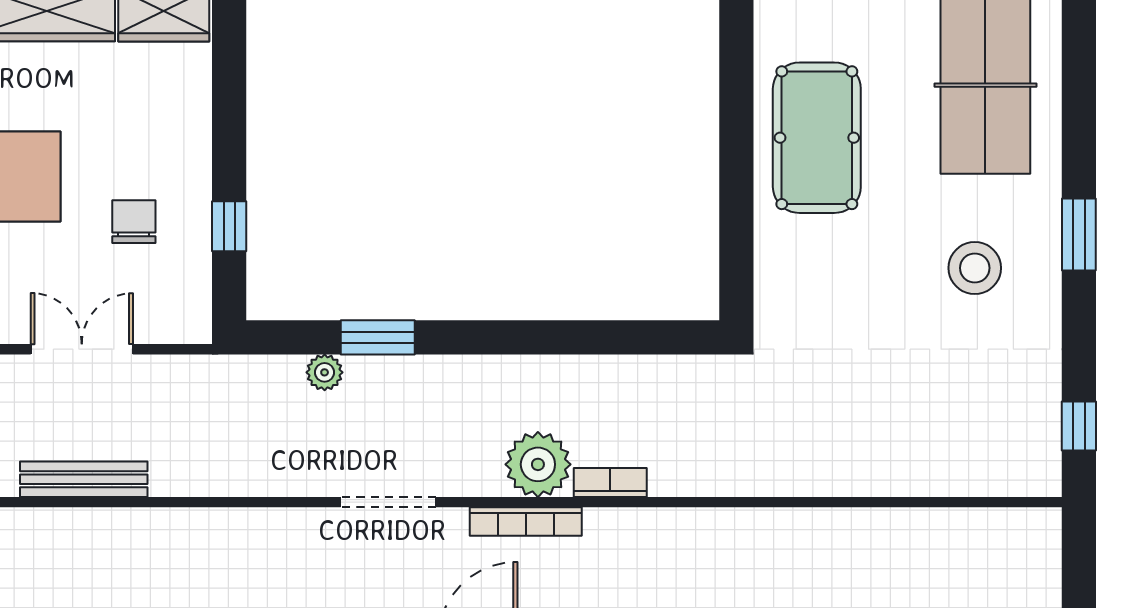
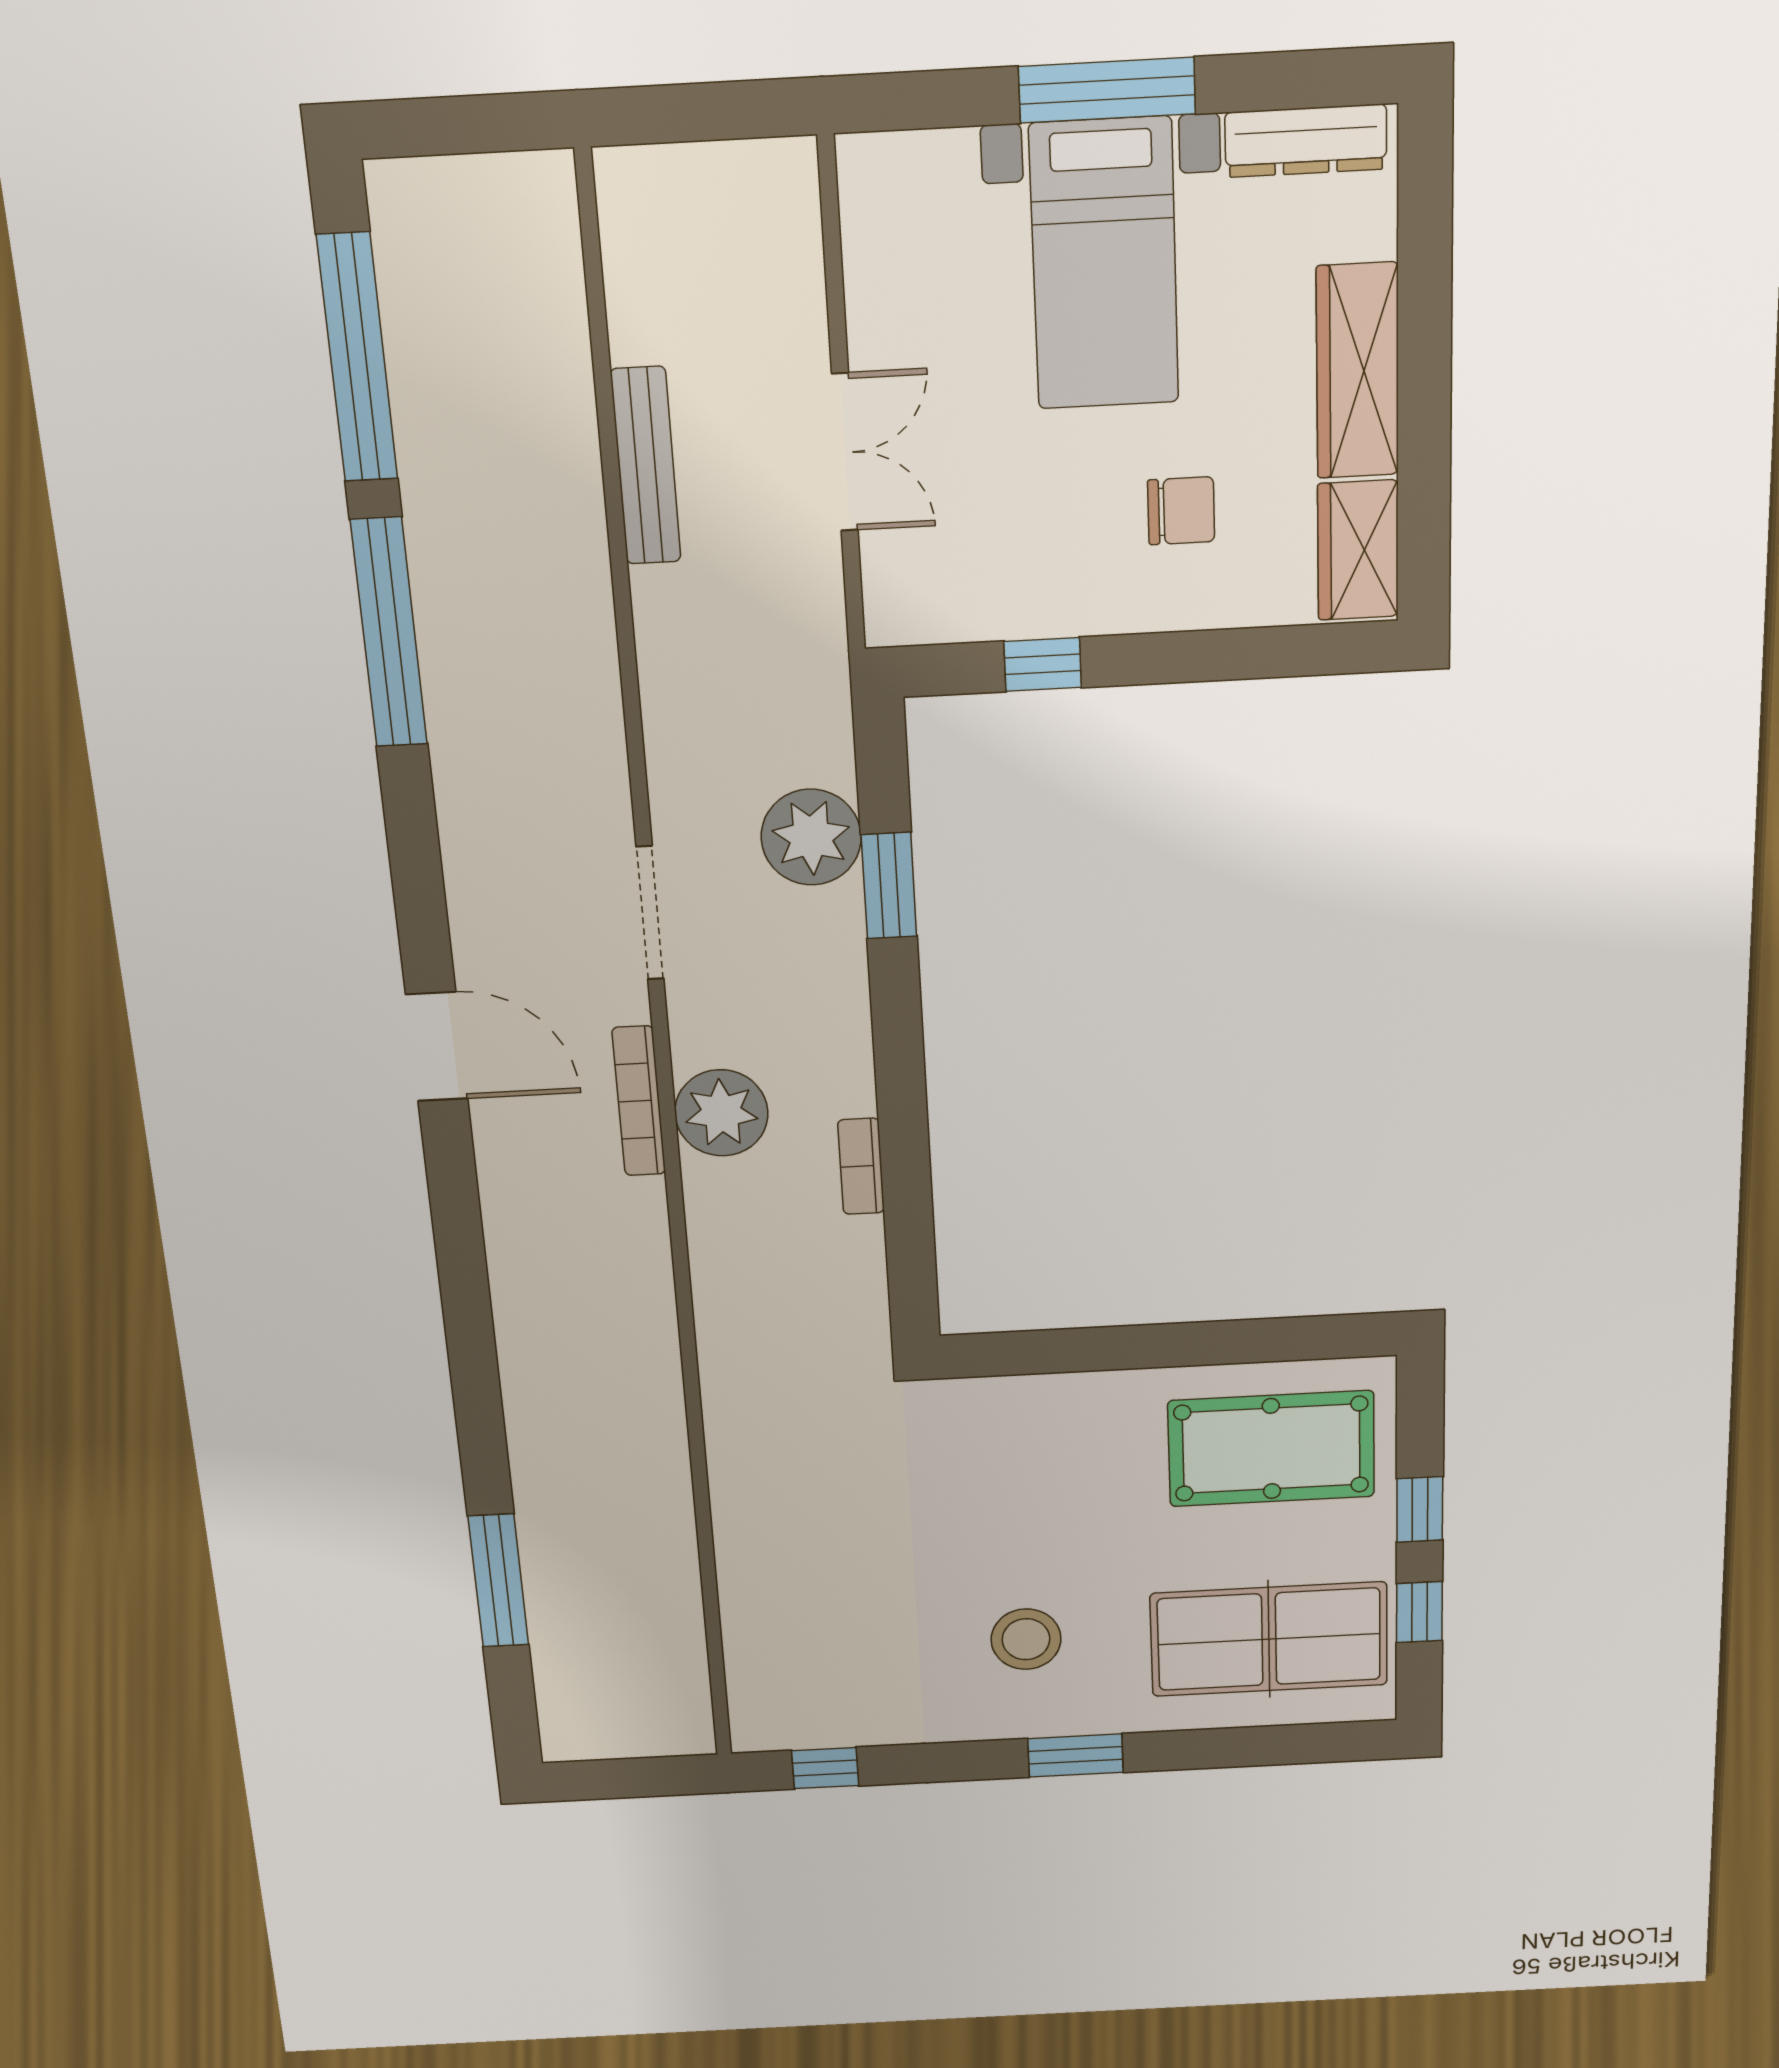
pool table: (817, 138) -> (1271, 1449), moved
chair: (134, 222) -> (1181, 511), moved
plant: (325, 372) -> (811, 837), width x1.87, depth x1.87
bookcase: (610, 482) -> (861, 1166), moved, turned 180

